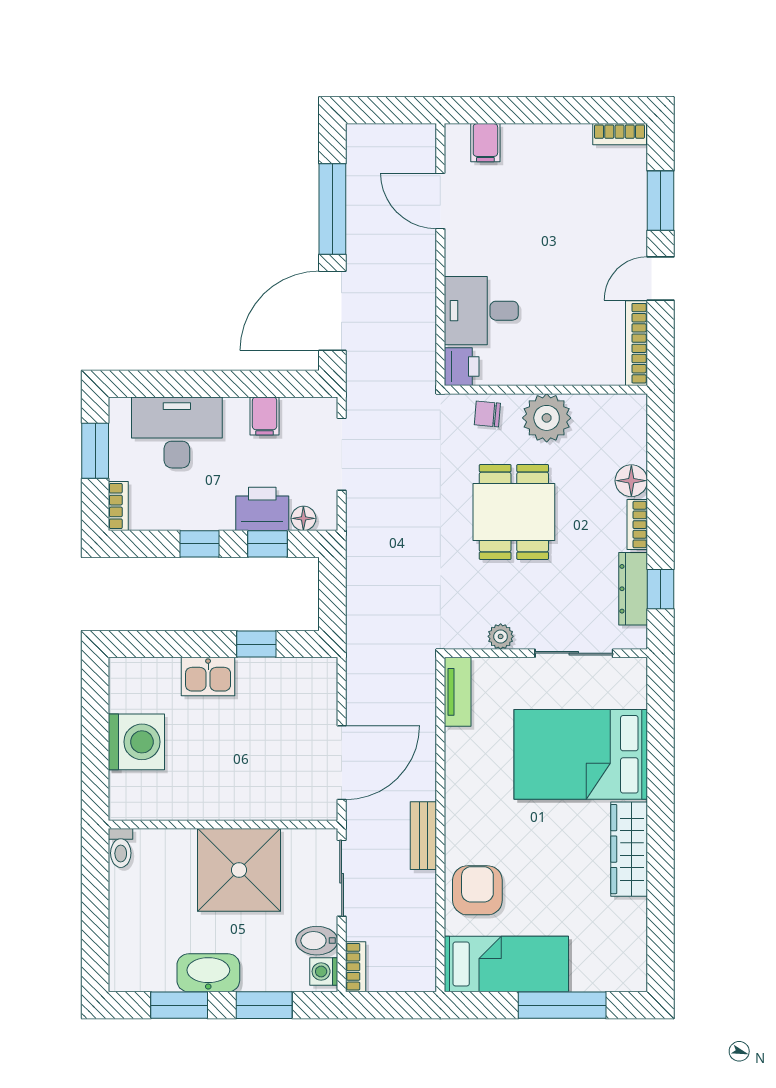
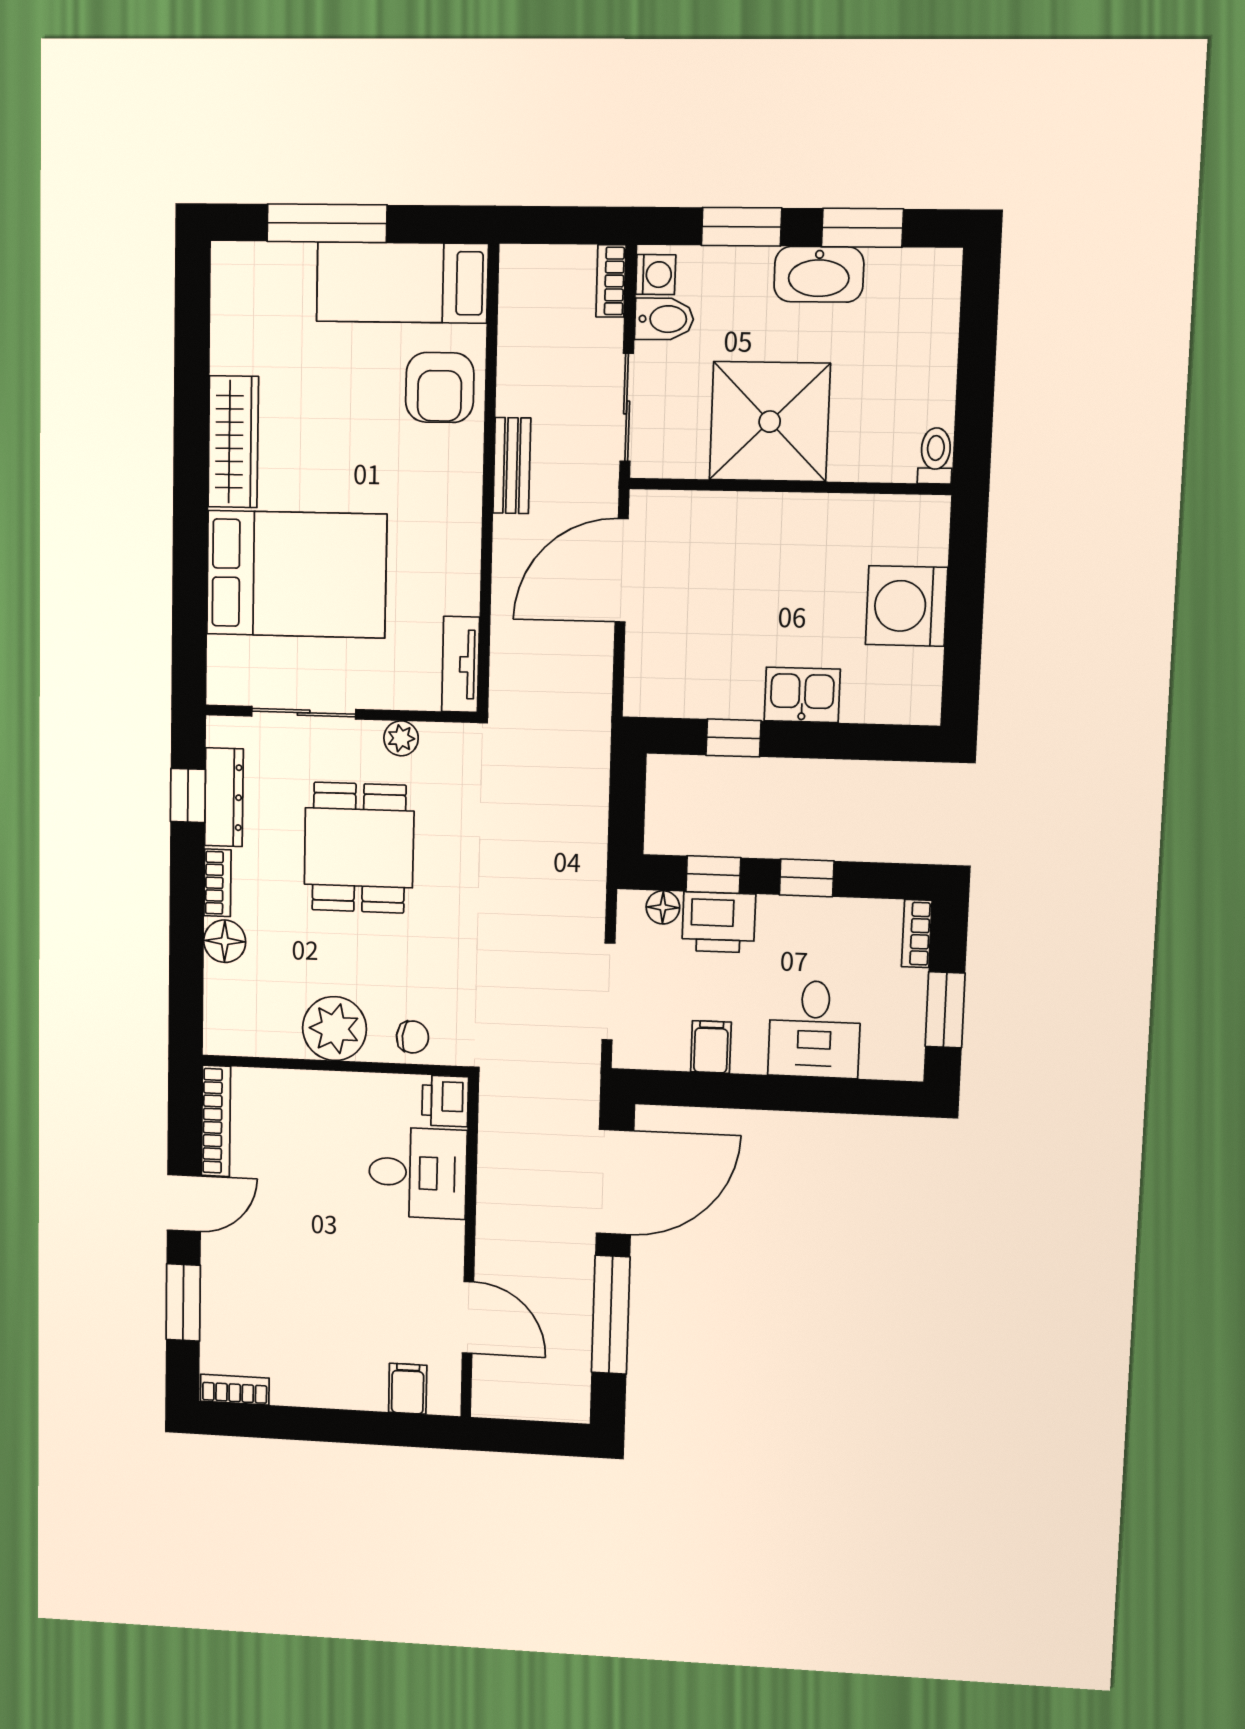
desk: (177, 432) -> (815, 1029), width x0.73
dining table: (514, 512) -> (359, 848), moved

